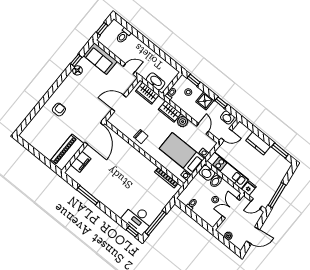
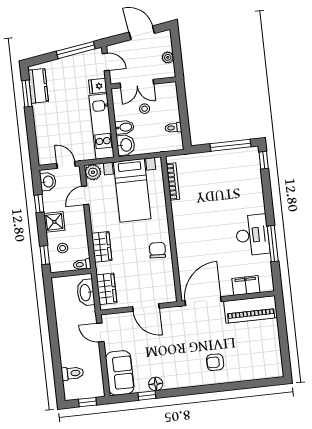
plant: (183, 122) -> (93, 172), moved
kitchen counter: (258, 143) -> (38, 86), moved
desk: (138, 219) -> (252, 235), moved

